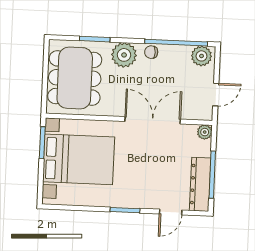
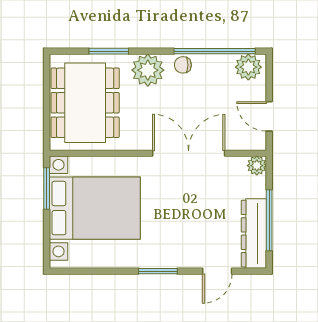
door: (216, 95) -> (269, 116), swing flipped

